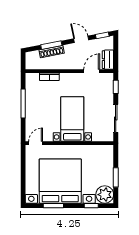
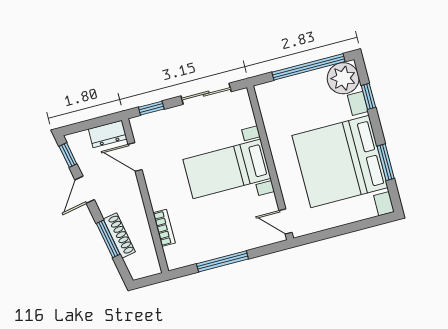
window: (116, 177) -> (308, 67), width x2.11

